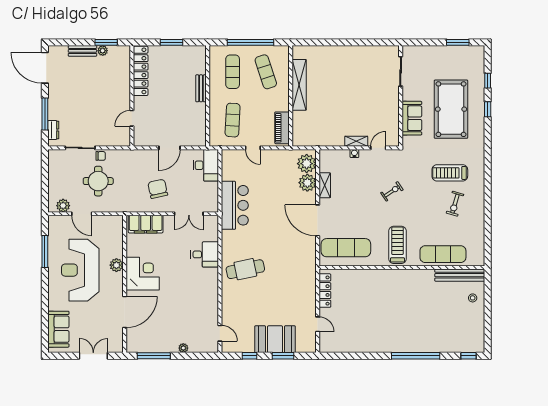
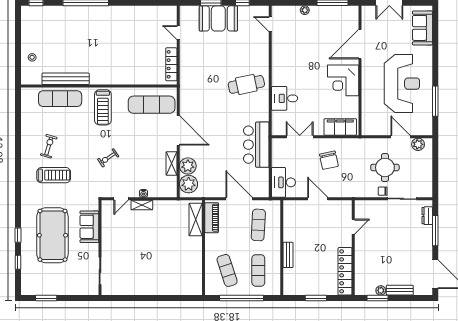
shelving: (299, 85) -> (196, 220), moved, width x0.68
door: (169, 148) -> (318, 199), hinge flipped
door: (253, 148) -> (239, 199), width x1.88
plant: (116, 265) -> (368, 88), removed
bench: (460, 275) -> (66, 79), moved

